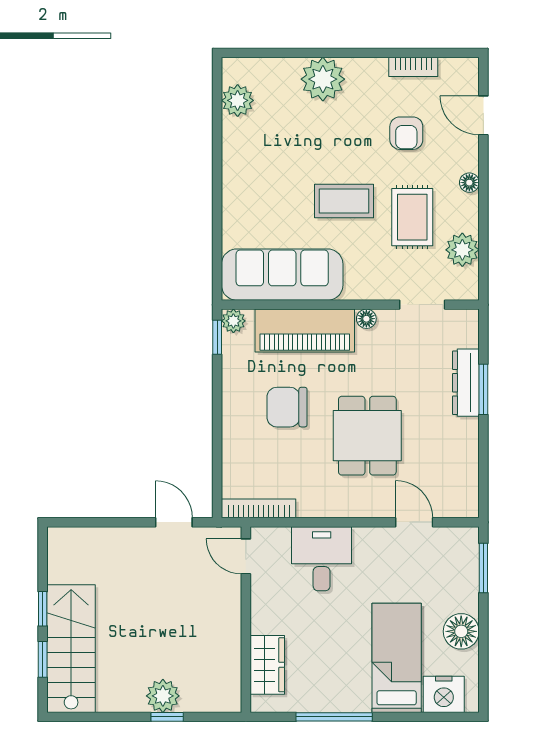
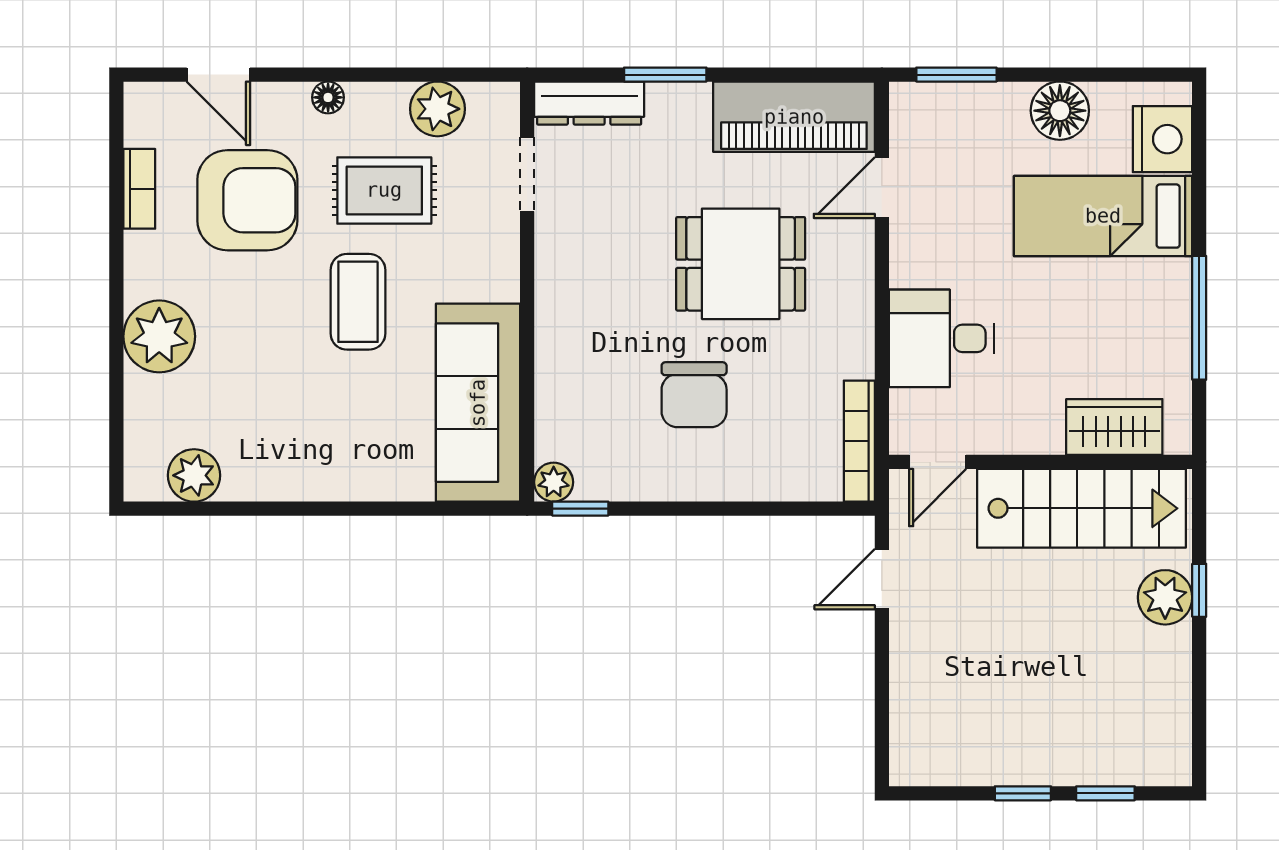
door: (483, 115) -> (218, 75), hinge flipped
armchair: (406, 133) -> (247, 200), width x1.88, depth x1.88
floor lamp: (366, 319) -> (550, 265), removed
piano: (305, 331) -> (794, 117), moved, turned 90
dresser: (466, 383) -> (589, 103), moved
stairs: (71, 649) -> (1081, 508), moved, turned 180

